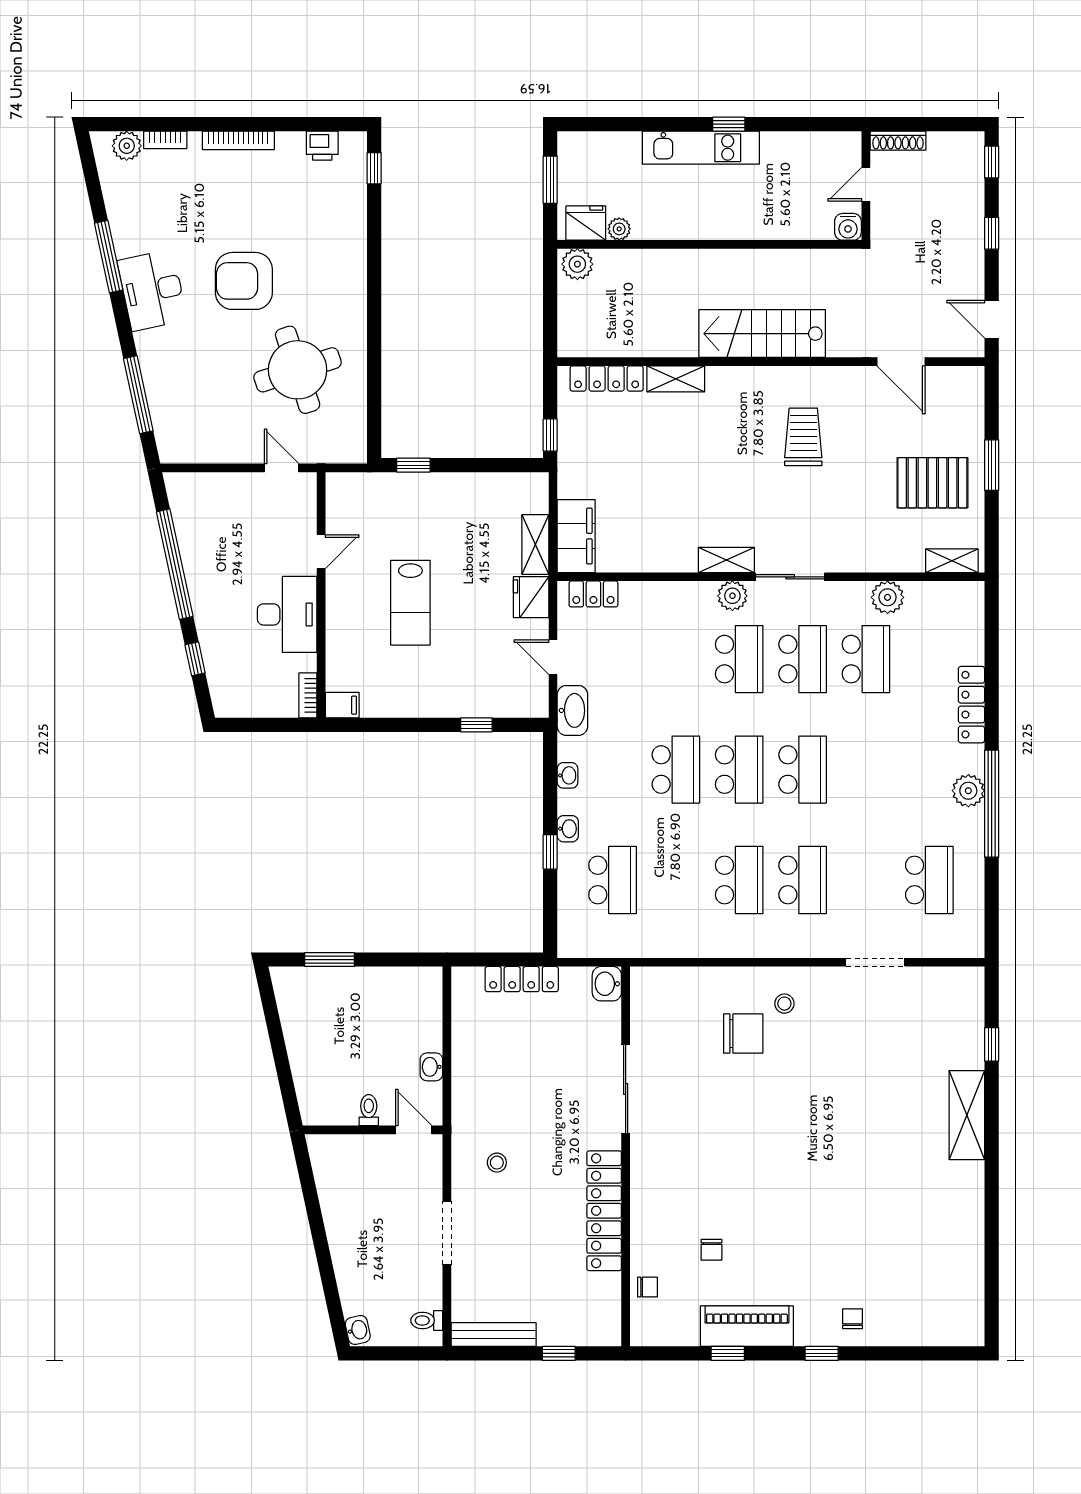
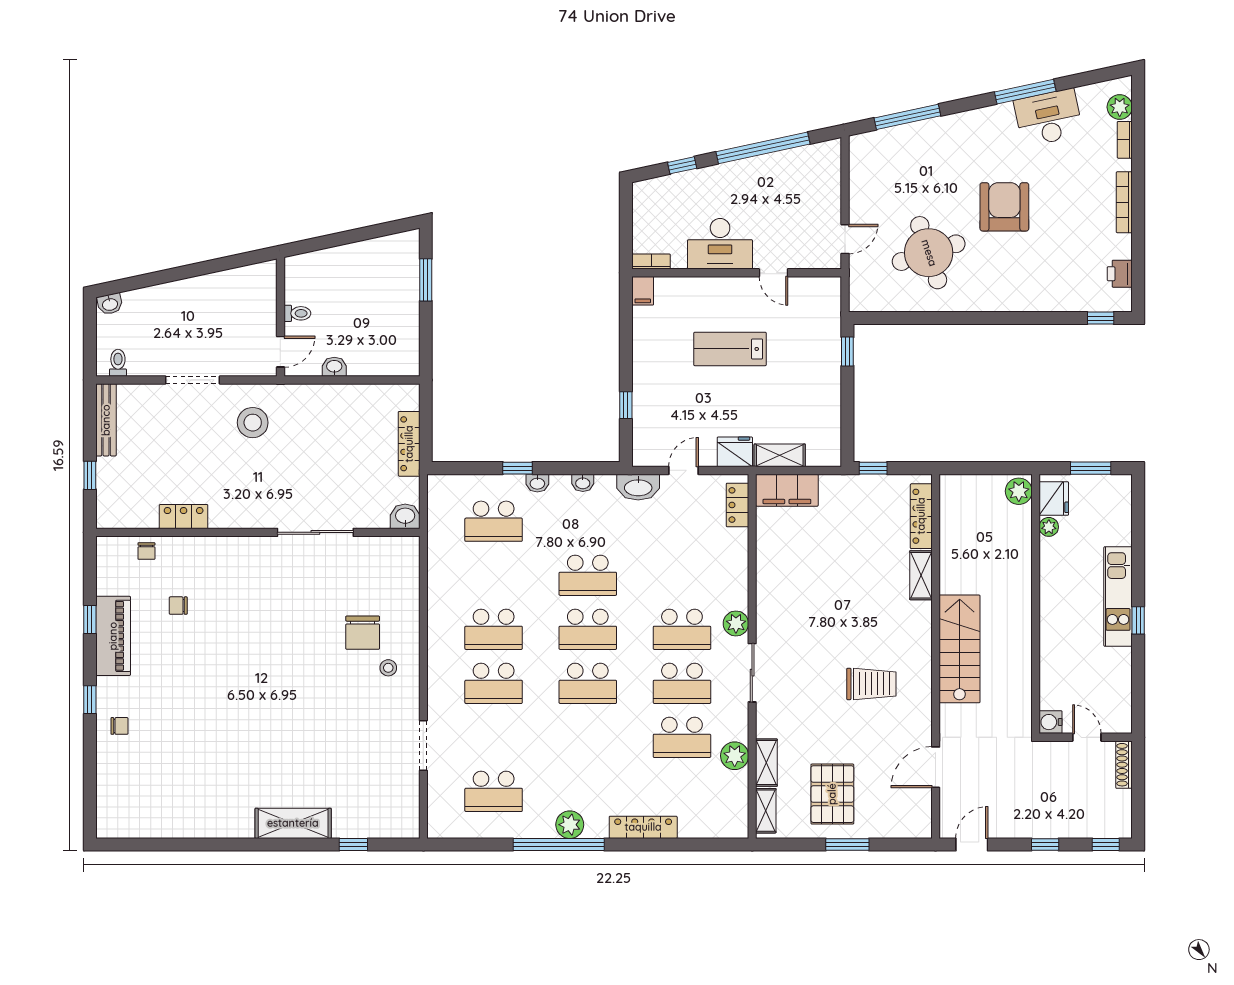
desk: (152, 290) -> (1048, 118), moved
shelving: (726, 560) -> (766, 763), moved
stool: (497, 1163) -> (253, 423), width x1.89, depth x1.89
locker: (604, 1211) -> (184, 517), width x0.46, depth x0.83

